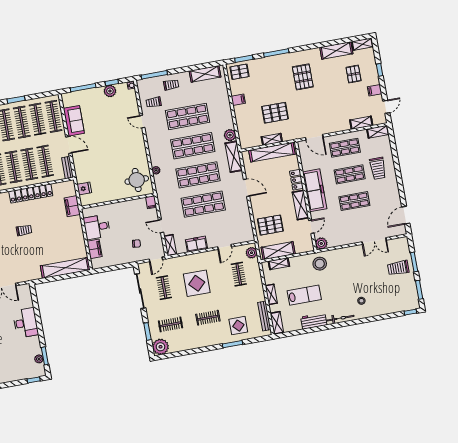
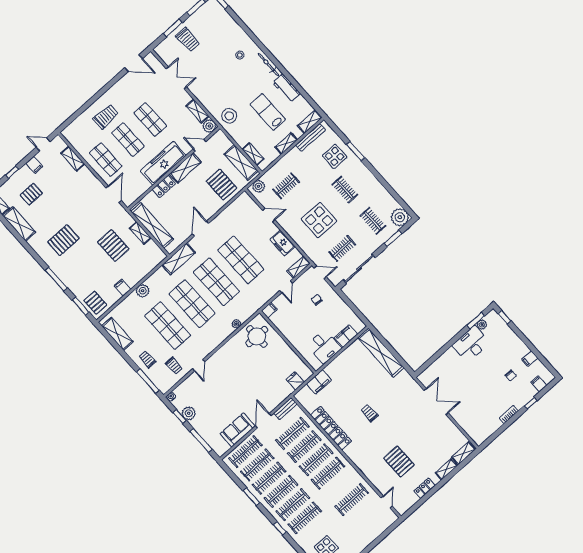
shelving: (378, 132) -> (197, 111), moved
plant: (230, 135) -> (143, 291), moved
desk: (26, 323) -> (471, 344), moved

